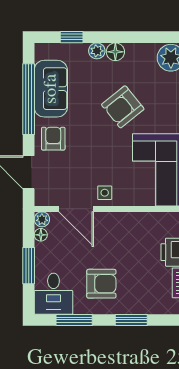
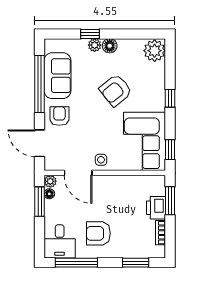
window: (72, 37) -> (90, 34), moved
window: (29, 266) -> (40, 202), moved
armchair: (101, 284) -> (98, 233), turned 180
window: (74, 320) -> (76, 263), width x1.44
window: (131, 320) -> (136, 263), moved

